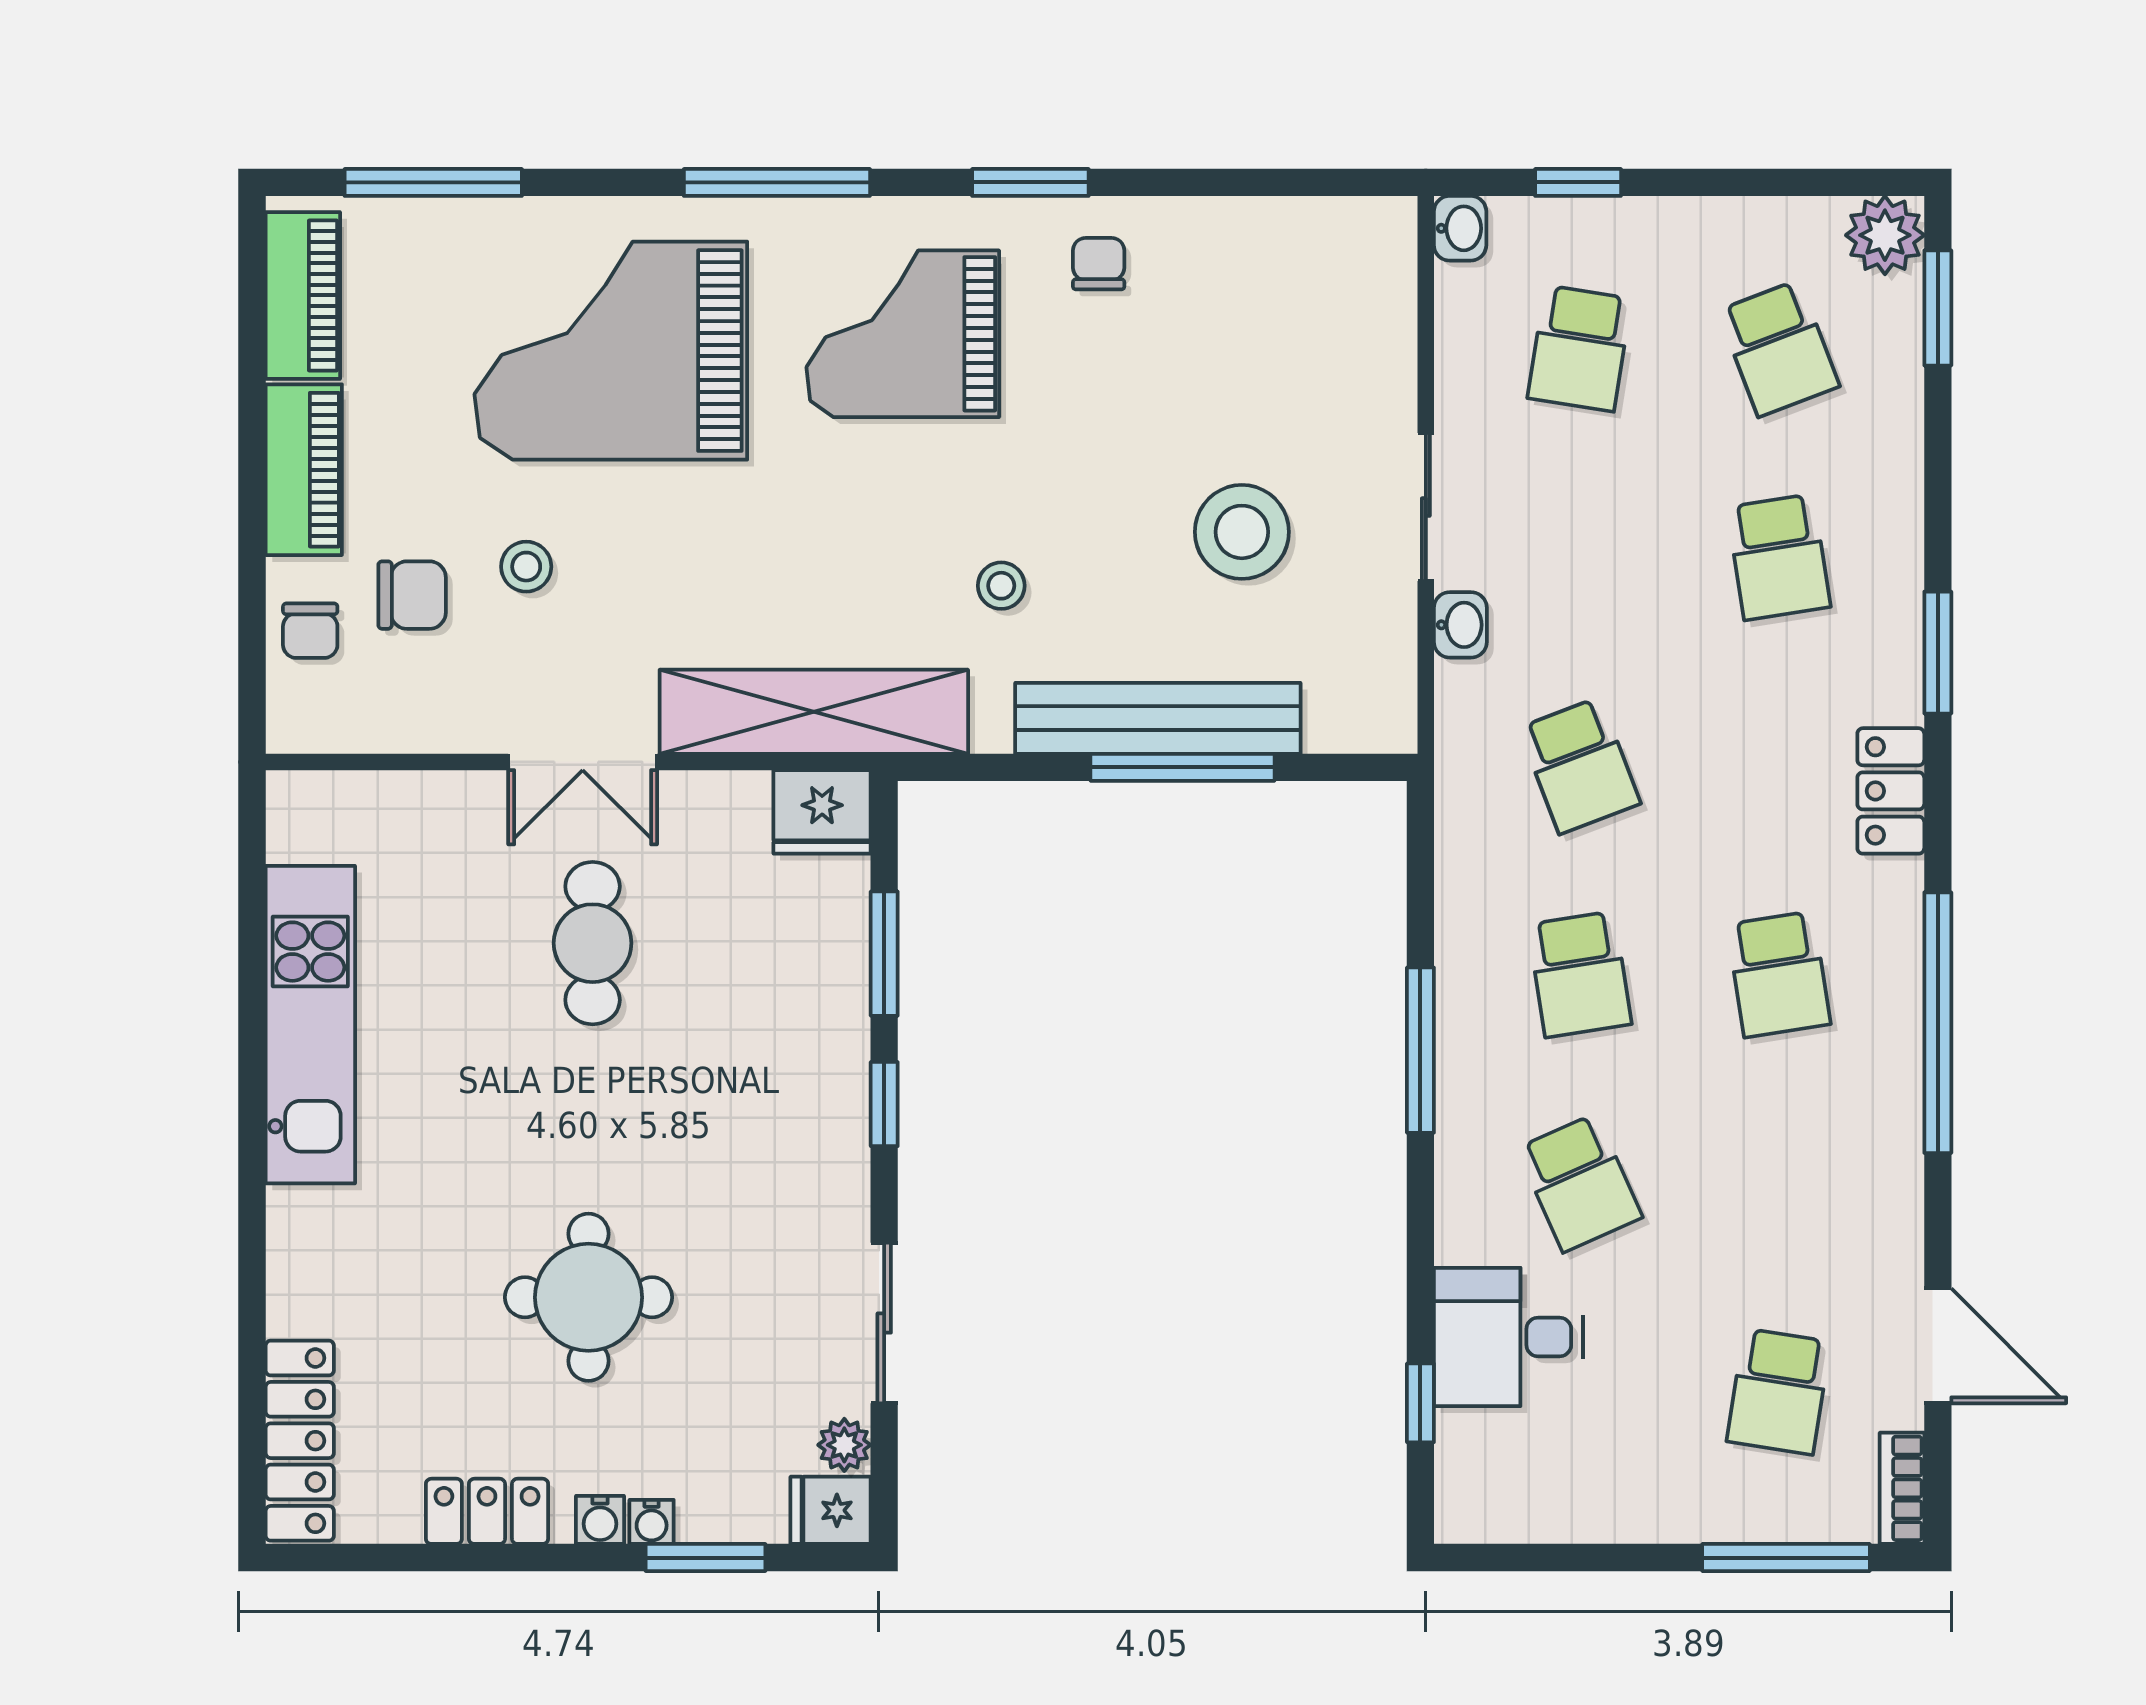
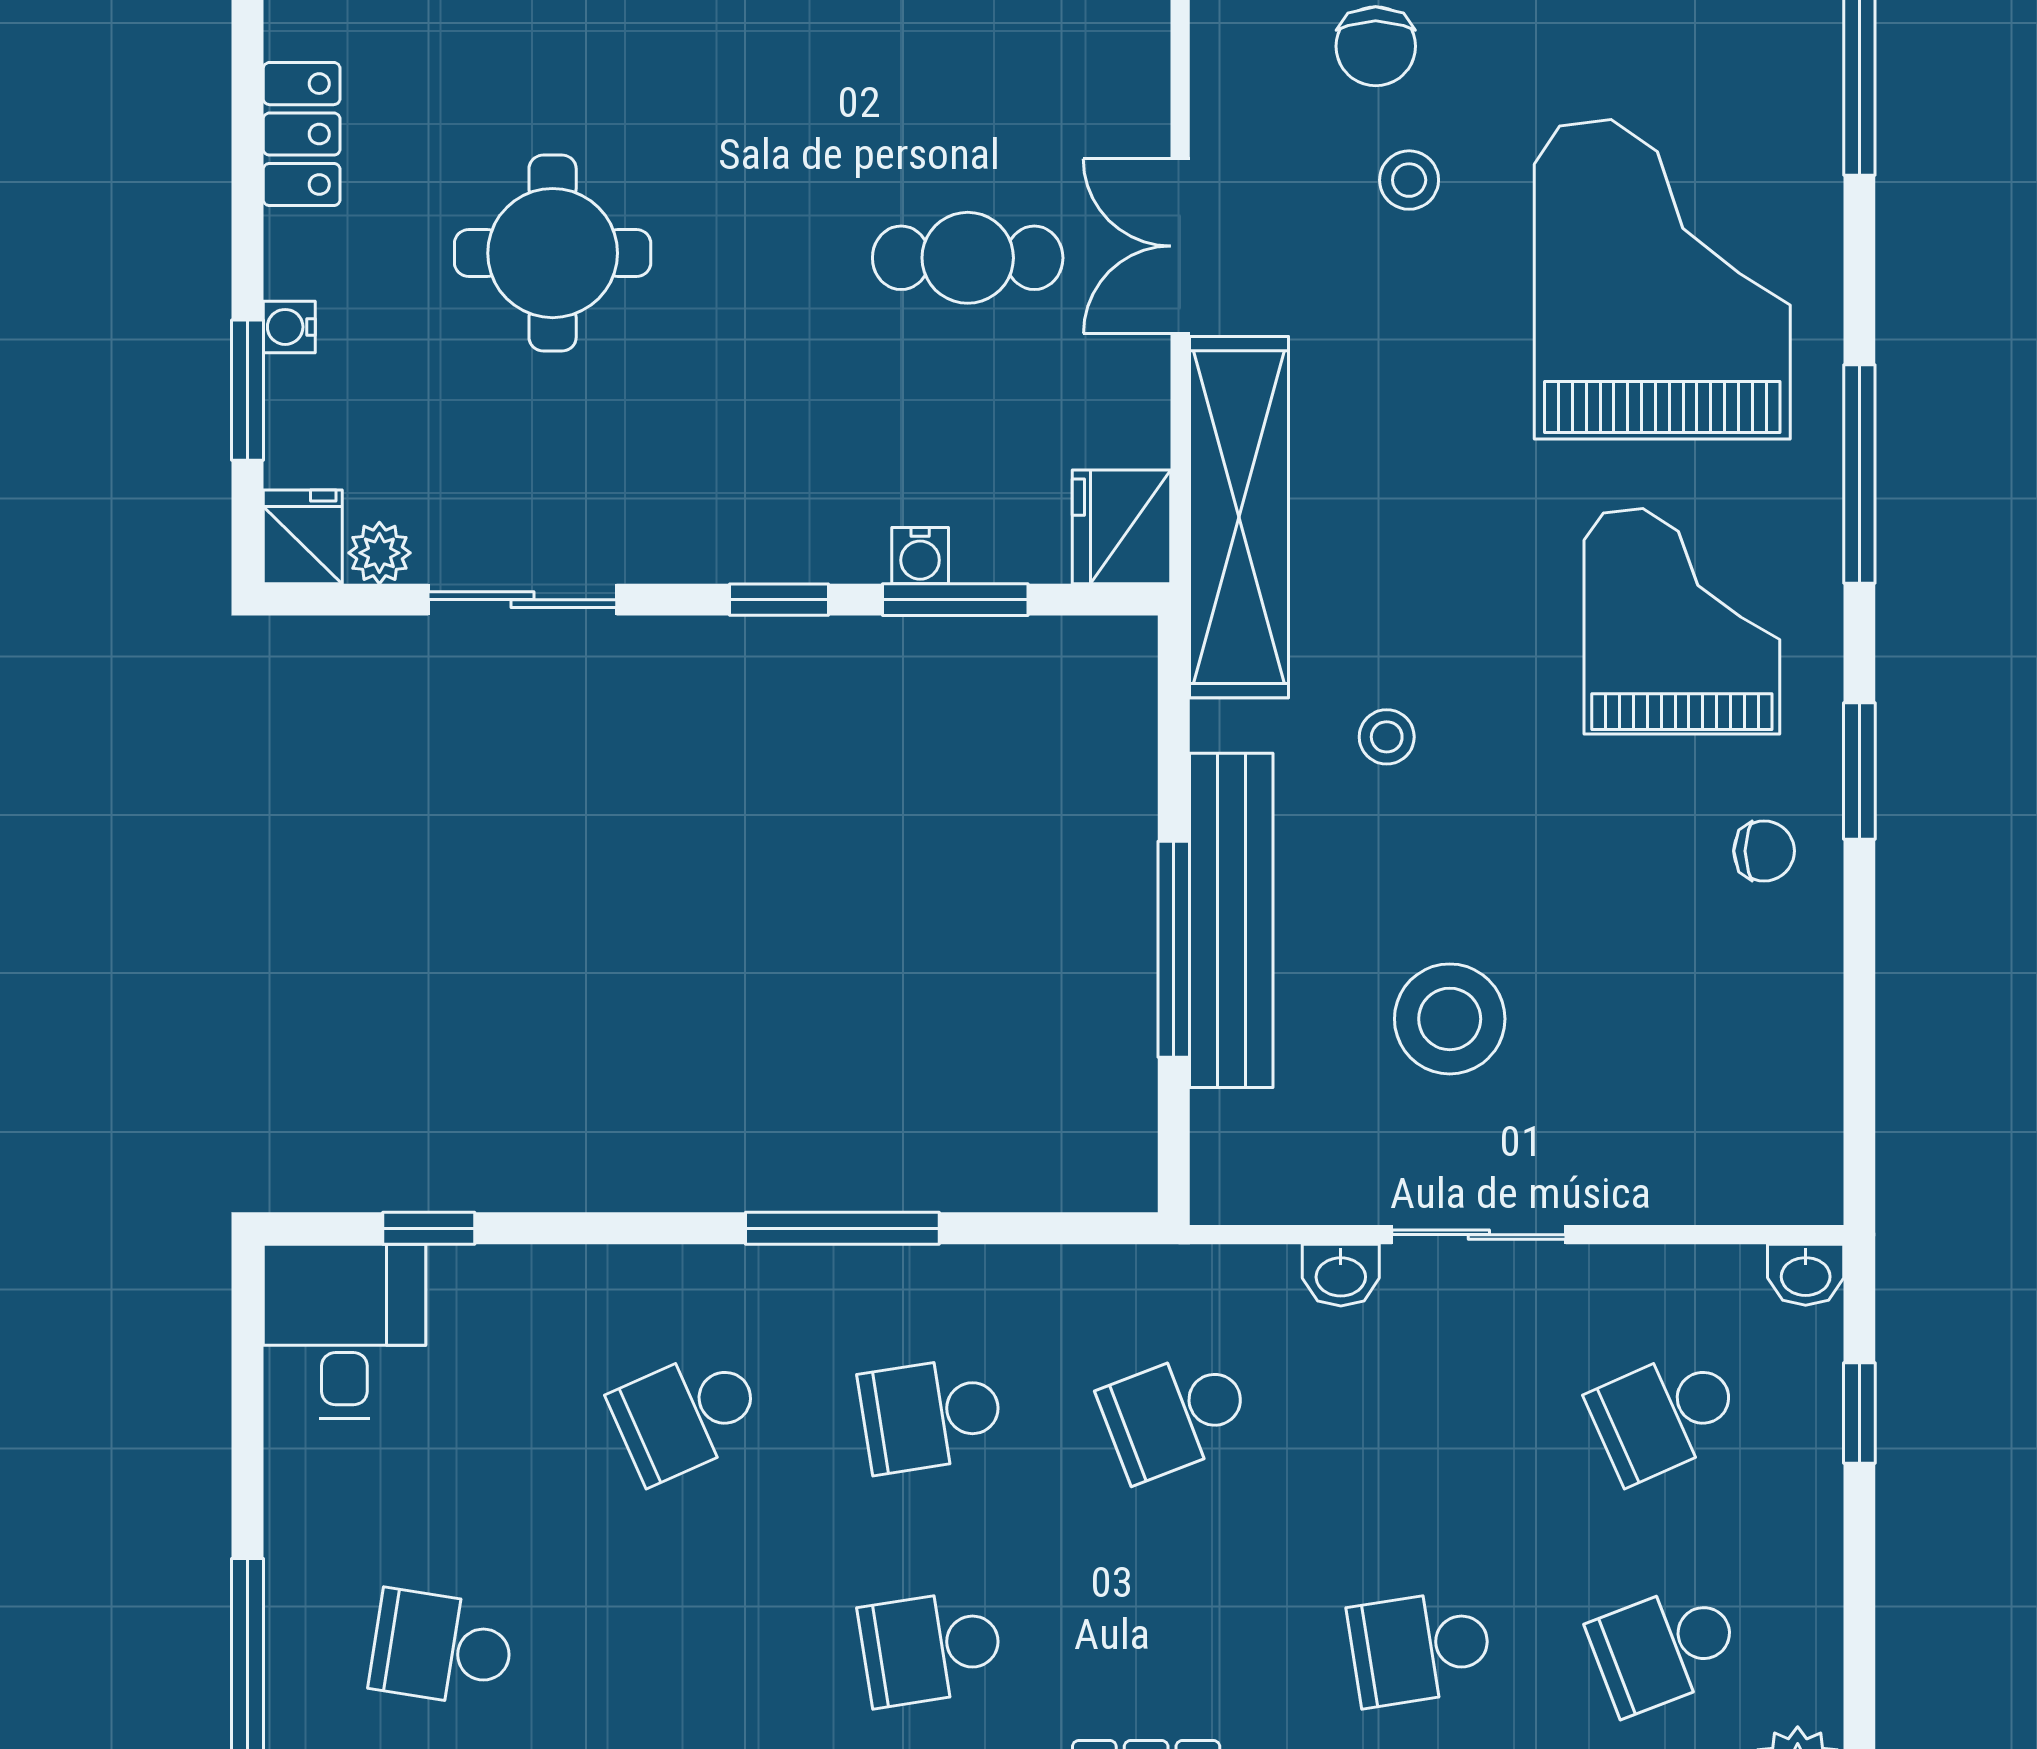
school desk: (1580, 348) -> (1665, 1415), turned -33
desk: (1509, 1337) -> (344, 1331), moved
water cooler: (600, 1520) -> (920, 556), moved, turned -90

